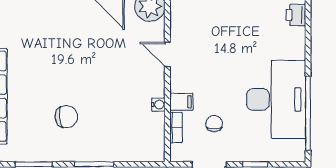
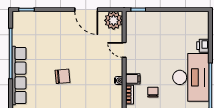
printer: (296, 15) -> (203, 46), moved
chair: (66, 117) -> (63, 76), moved

